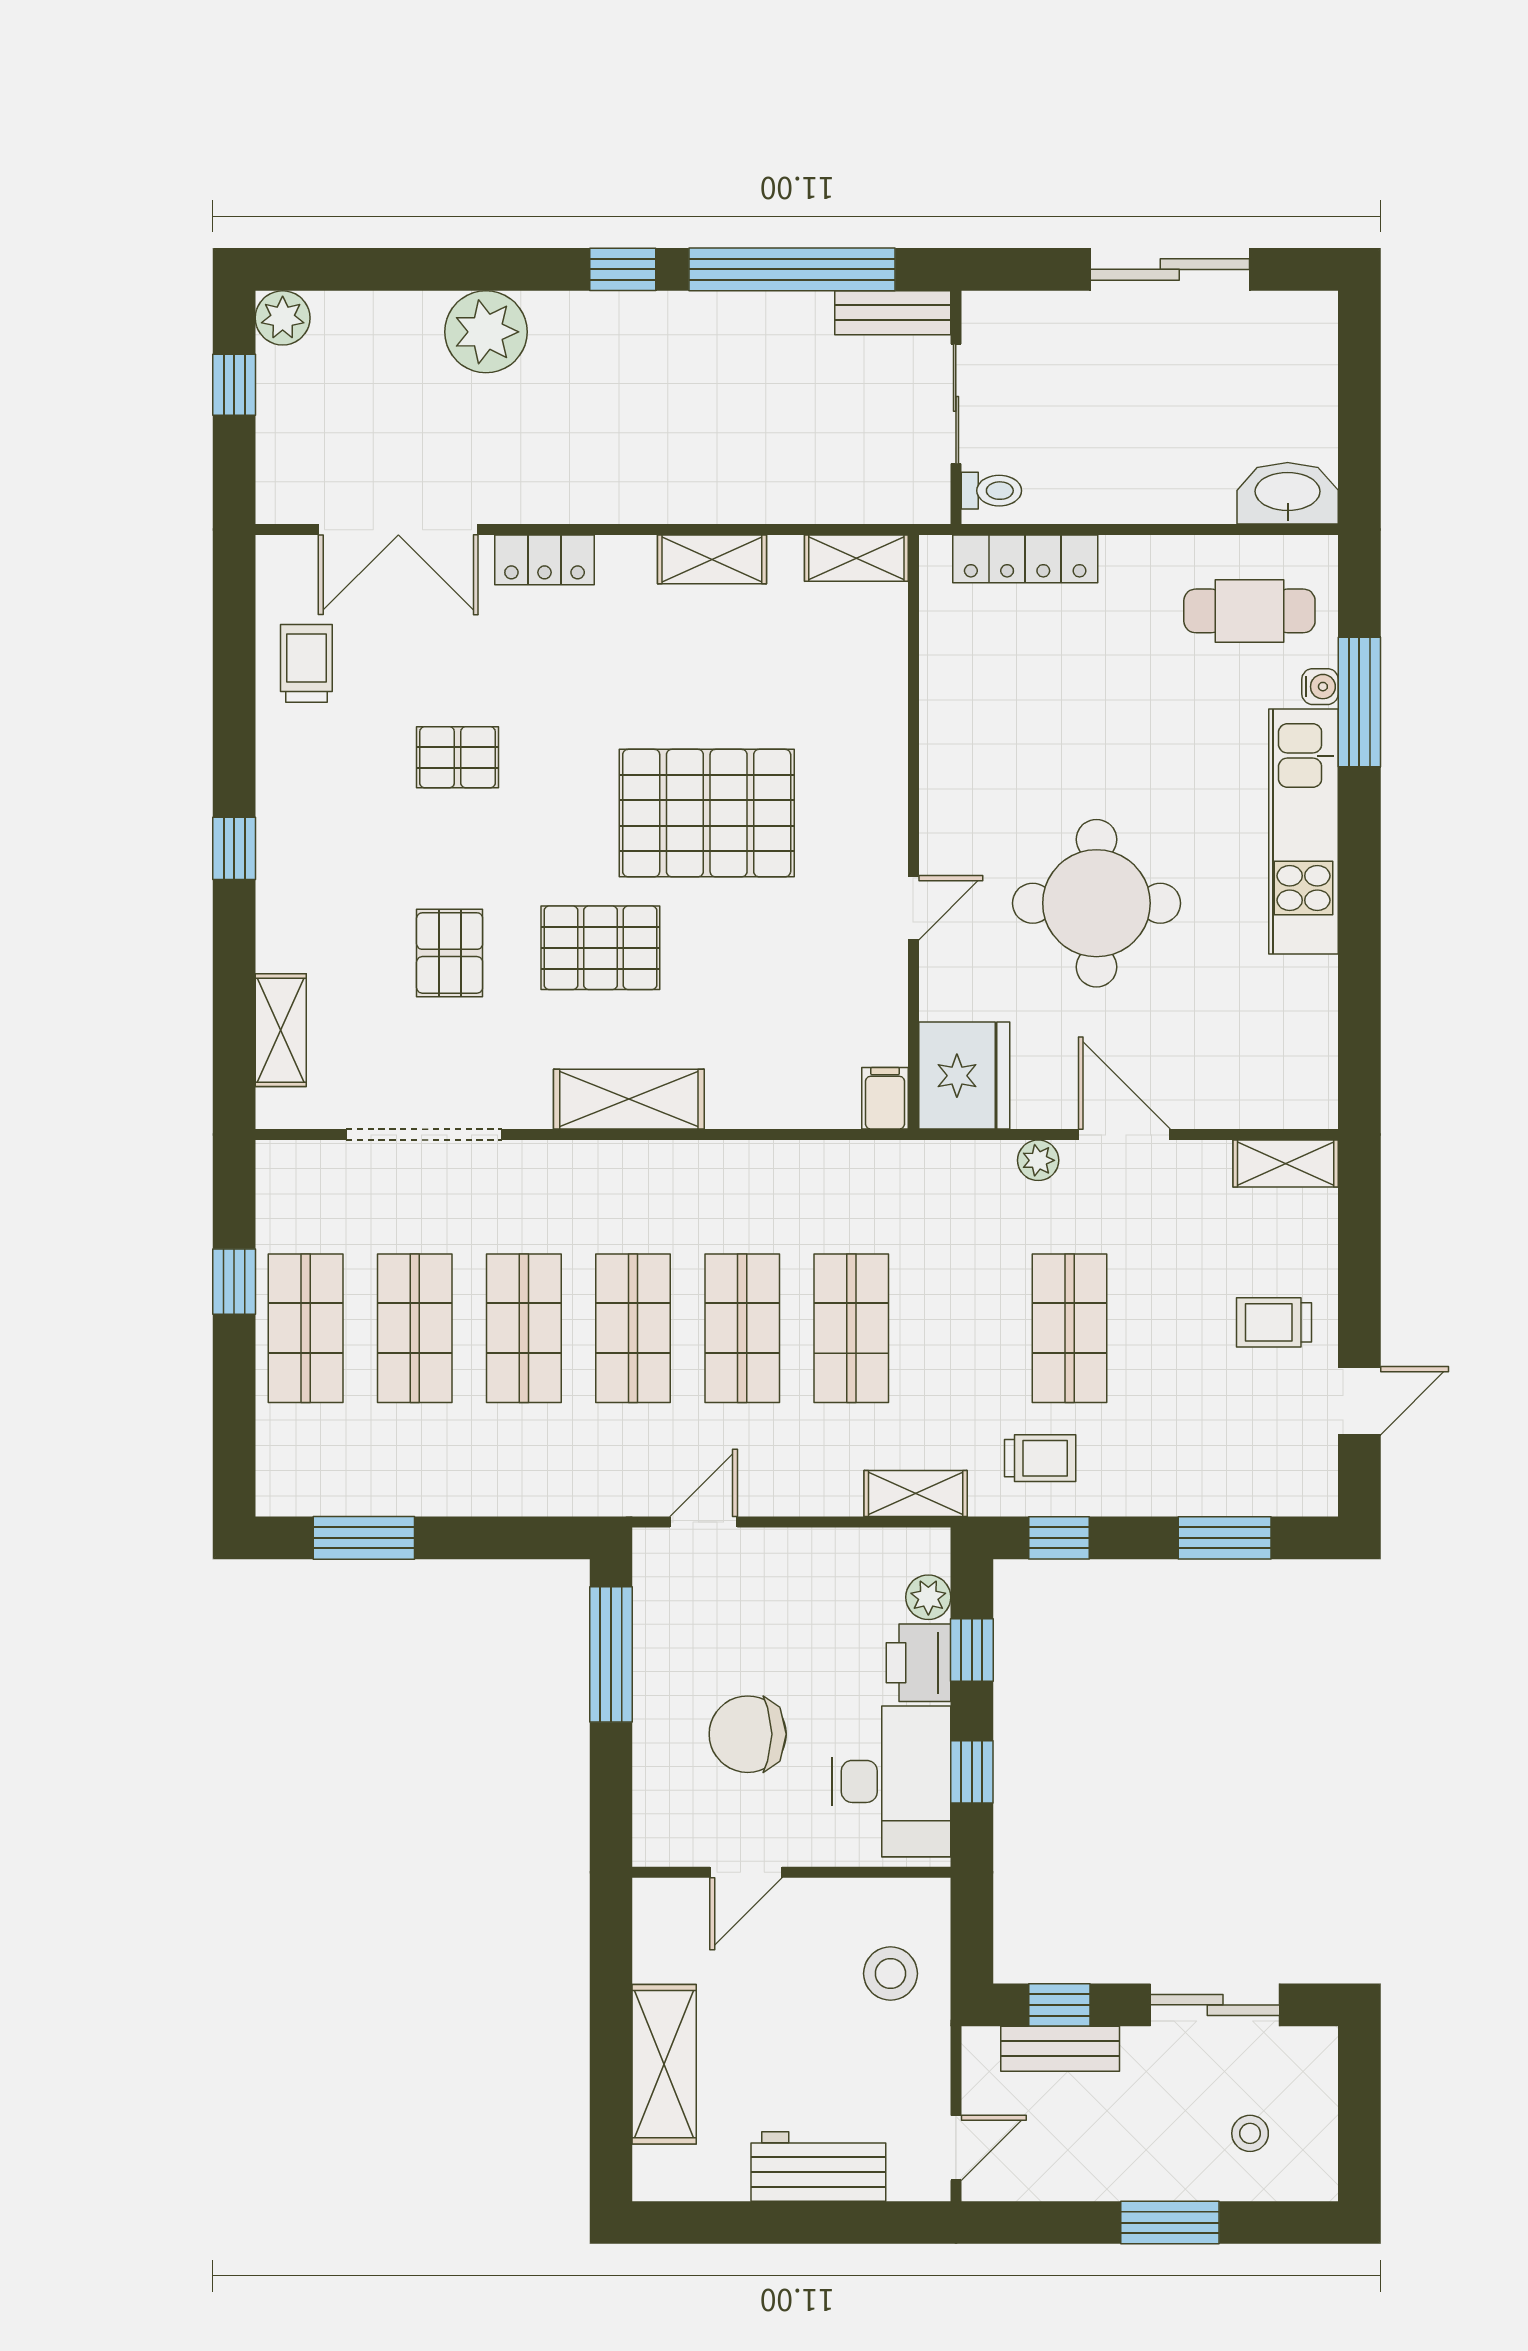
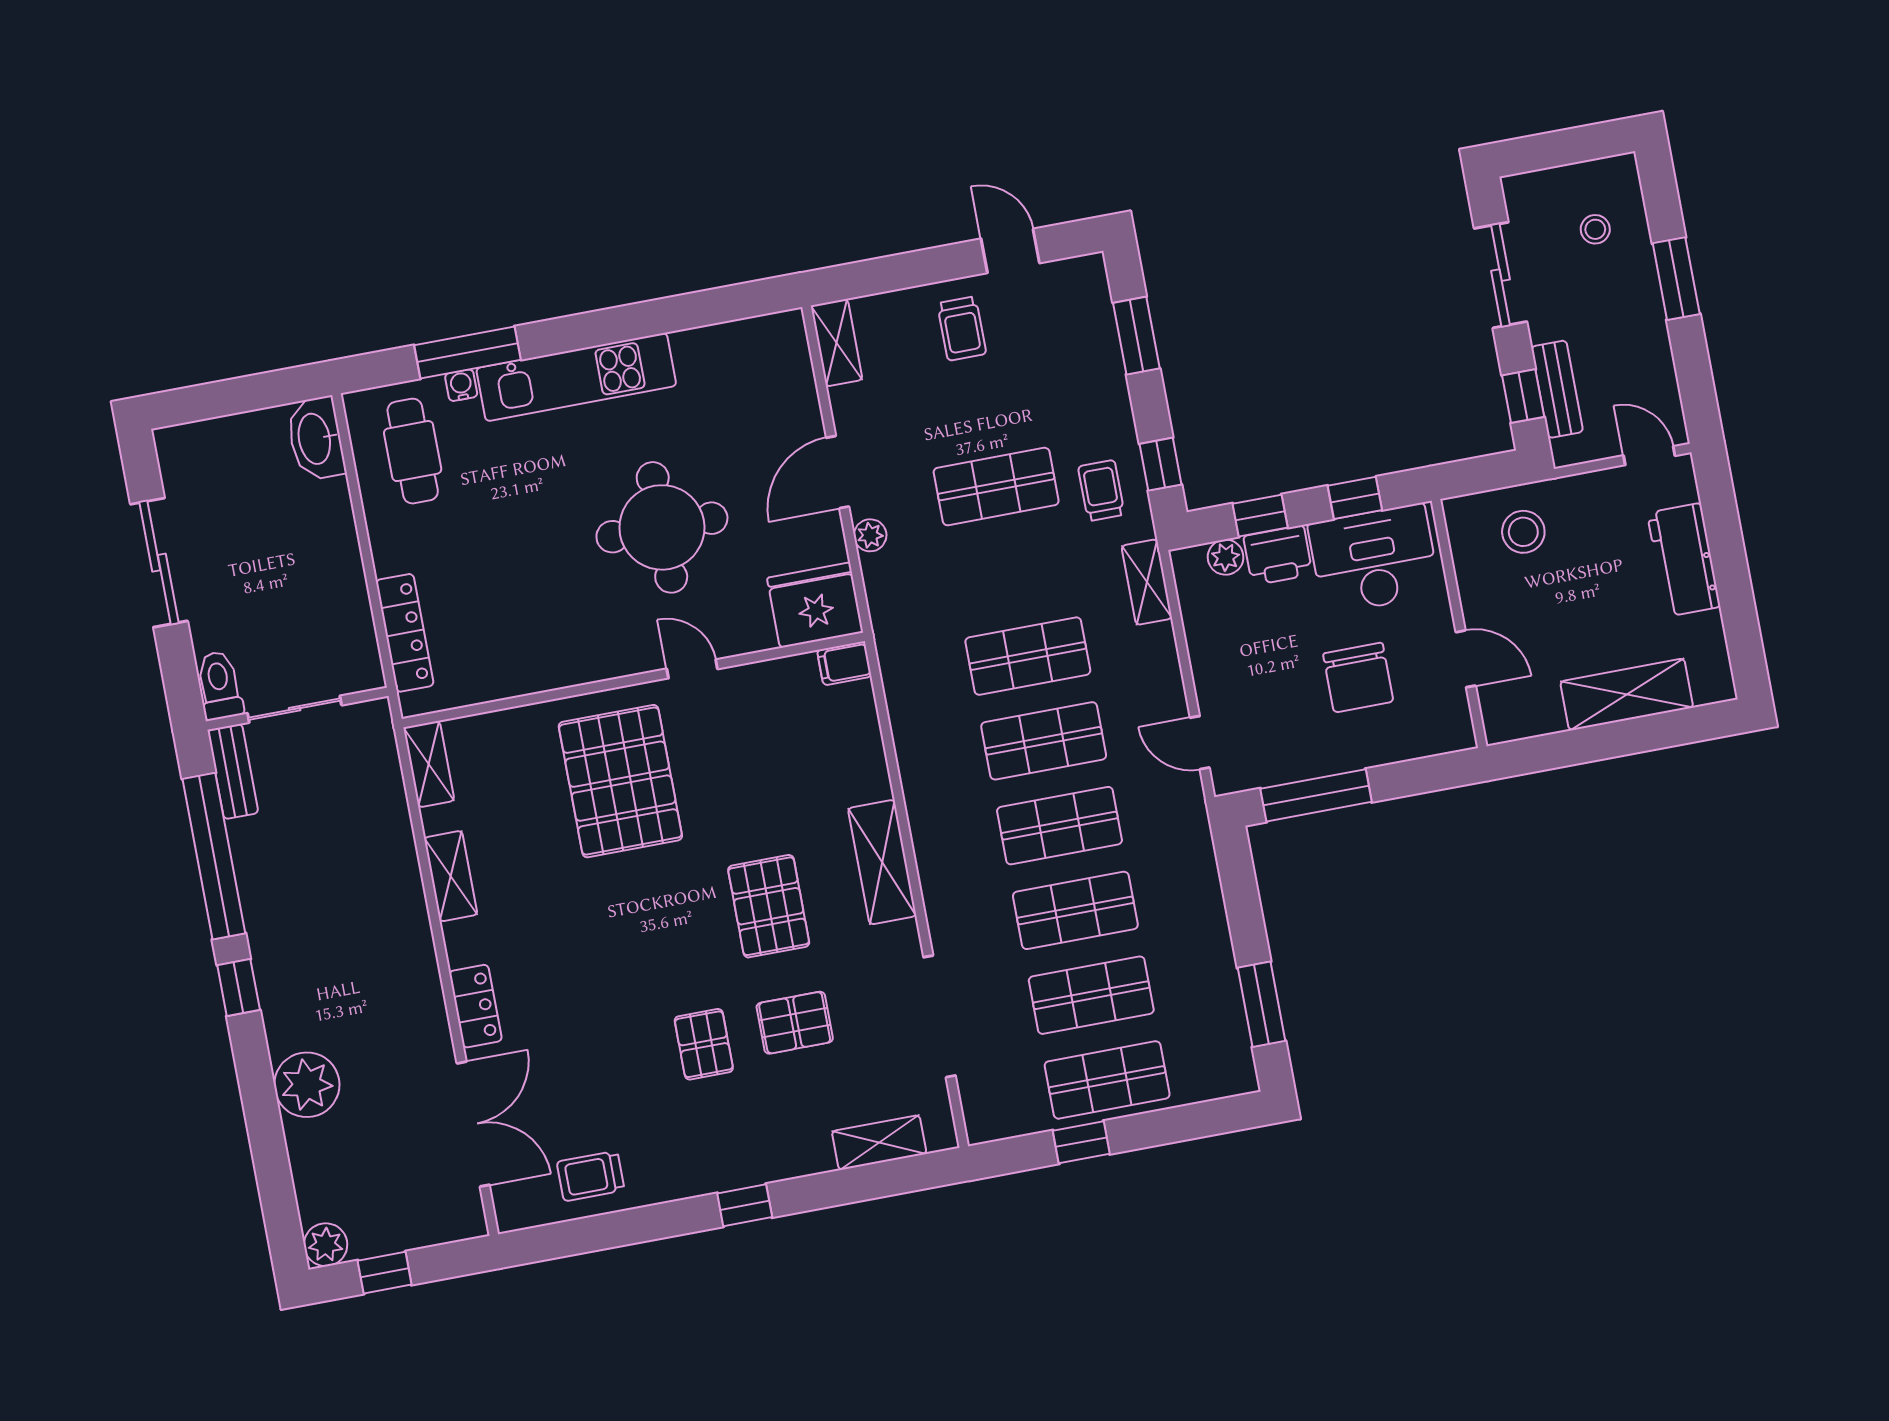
toilet: (991, 491) -> (219, 685), moved, width x1.37, depth x1.39
pallet: (458, 757) -> (704, 1044), moved
pallet: (707, 813) -> (620, 781), moved

